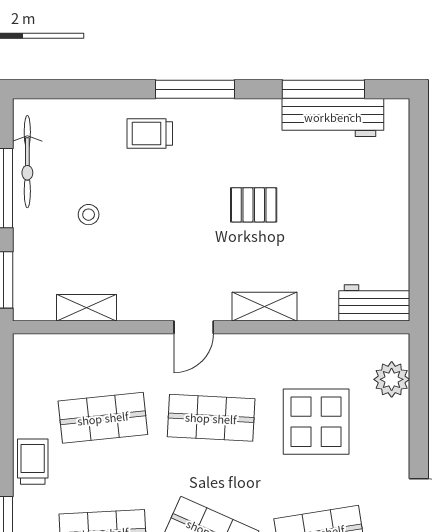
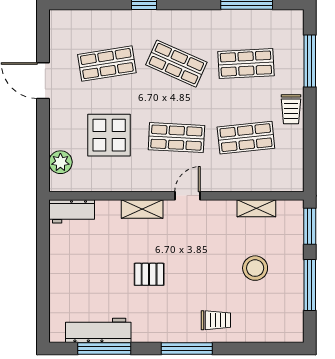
bicycle: (27, 162) -> (294, 302), removed
stool: (89, 215) -> (255, 268), width x1.89, depth x1.89

